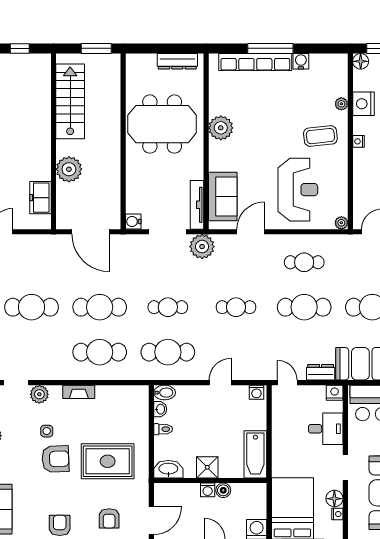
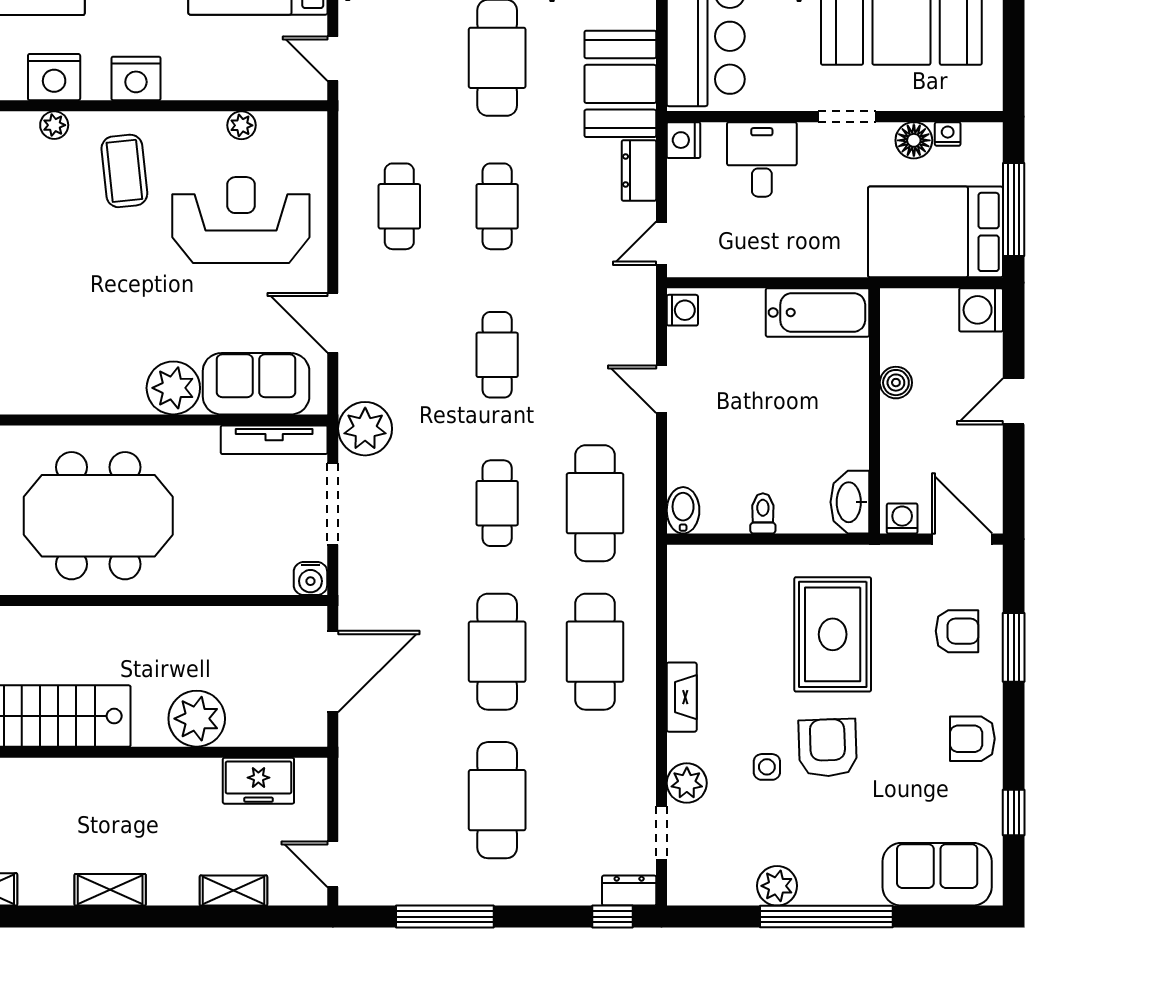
meeting table: (162, 124) -> (98, 516), turned 90
plant: (221, 128) -> (173, 388), moved
nightstand: (358, 141) -> (136, 78), width x1.89, depth x1.79
plant: (341, 223) -> (241, 125), moved
cafe table: (304, 307) -> (497, 206), width x0.73, depth x0.74
washbasin: (160, 409) -> (719, 520), removed
shower: (207, 467) -> (846, 417), removed
washing machine: (208, 490) -> (902, 519), moved, turned -90

